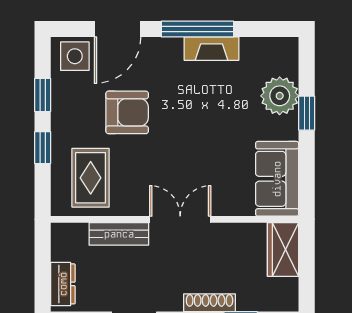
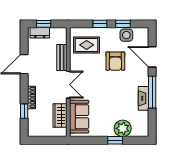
side table: (75, 56) -> (126, 35), moved
sofa: (277, 179) -> (79, 117), moved, turned 90
wardrobe: (283, 249) -> (60, 116), moved, turned -90
window: (43, 275) -> (44, 24), added

